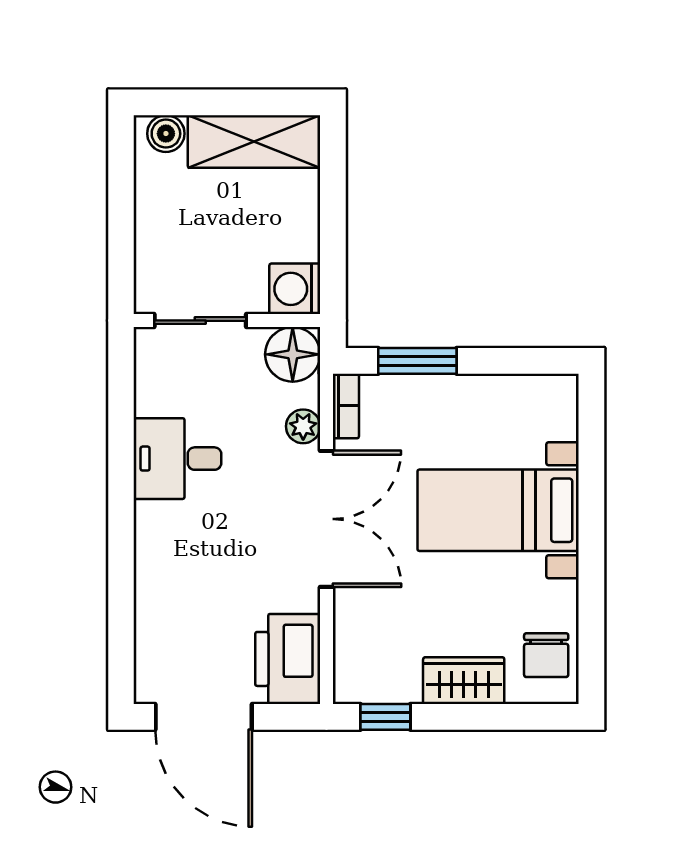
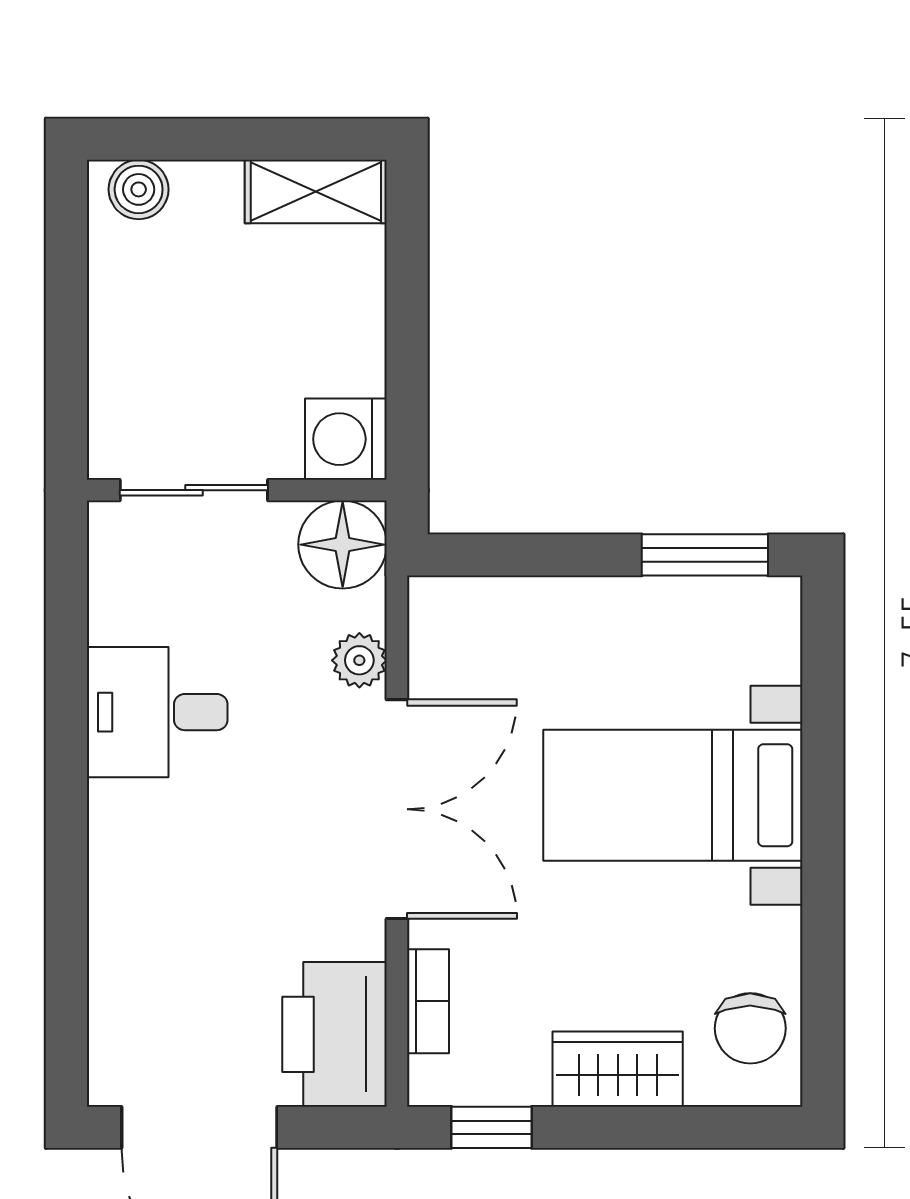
shelving: (254, 141) -> (316, 191), width x0.67, depth x0.75
window: (417, 361) -> (705, 555), moved
bookcase: (346, 406) -> (428, 1001), moved

